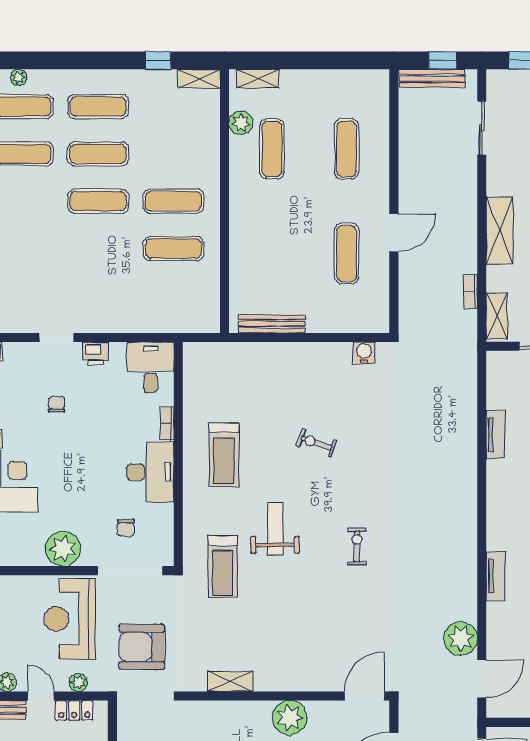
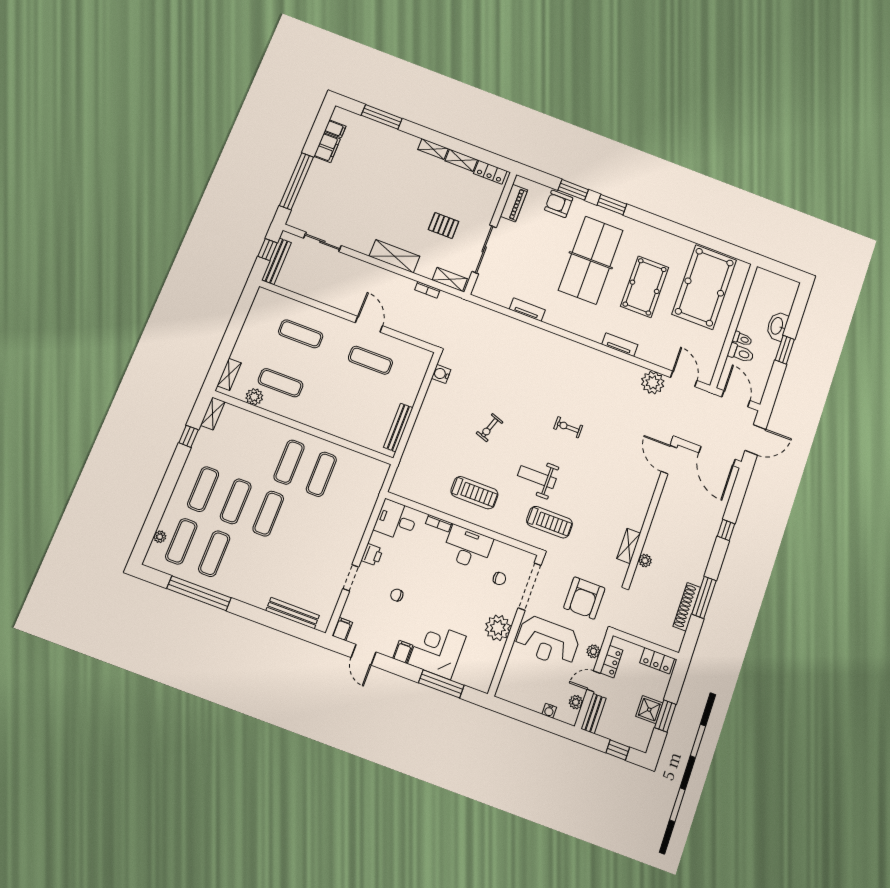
plant: (290, 718) -> (645, 561), moved, width x0.53, depth x0.53

